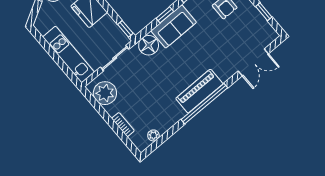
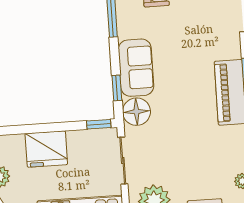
window: (165, 15) -> (117, 88), moved

